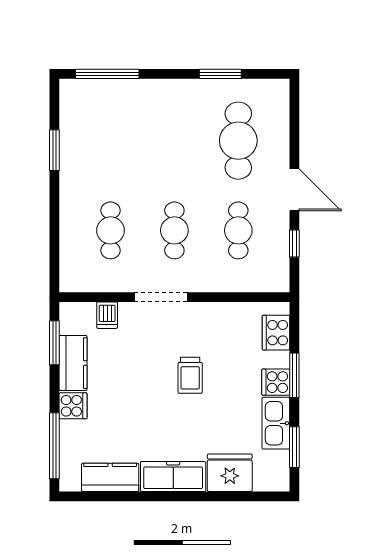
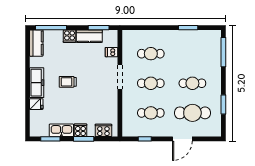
cafe table: (174, 141) -> (192, 83), added
door: (294, 190) -> (182, 139), moved
trolley: (190, 375) -> (68, 82), moved
fridge: (230, 473) -> (36, 104), width x0.53, depth x0.75
kitchen counter: (110, 477) -> (36, 43), moved

